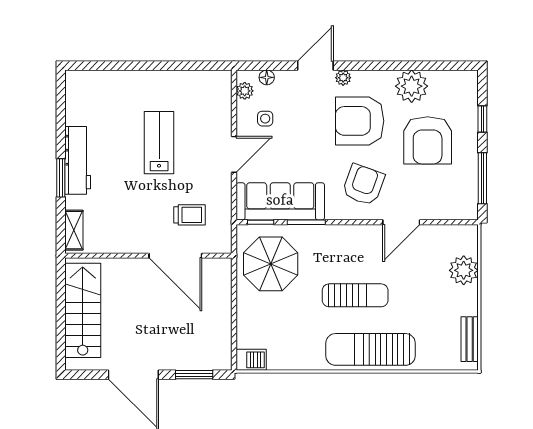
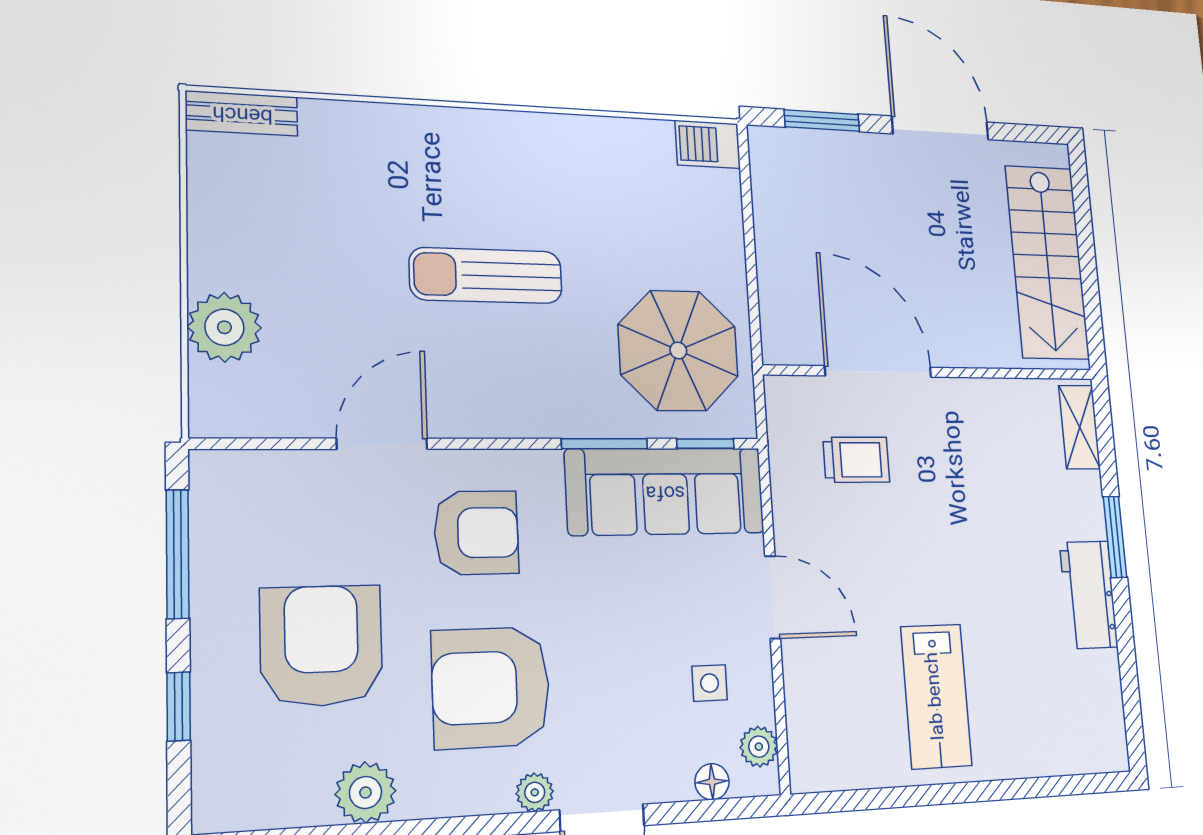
plant: (412, 86) -> (365, 793), width x0.73, depth x0.73
armchair: (360, 121) -> (491, 687), turned 180
lab bench: (159, 143) -> (936, 696), moved
door: (234, 154) -> (773, 597), swing flipped
workbench: (78, 160) -> (1089, 595), width x0.73
armchair: (363, 185) -> (476, 533), turned -110
trolley: (190, 215) -> (856, 460), turned 180
bench: (470, 339) -> (242, 113), moved, turned 90
sun lounger: (371, 349) -> (446, 153), removed

